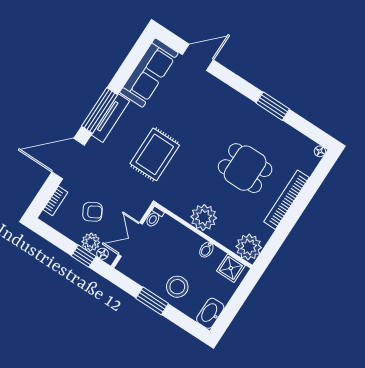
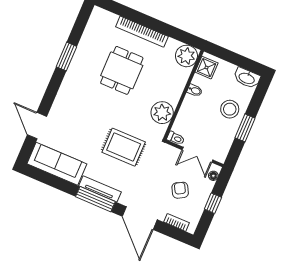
floor lamp: (320, 151) -> (97, 11), removed
plant: (204, 217) -> (162, 113), moved
plant: (91, 242) -> (205, 187), removed
window: (84, 256) -> (213, 203), moved

